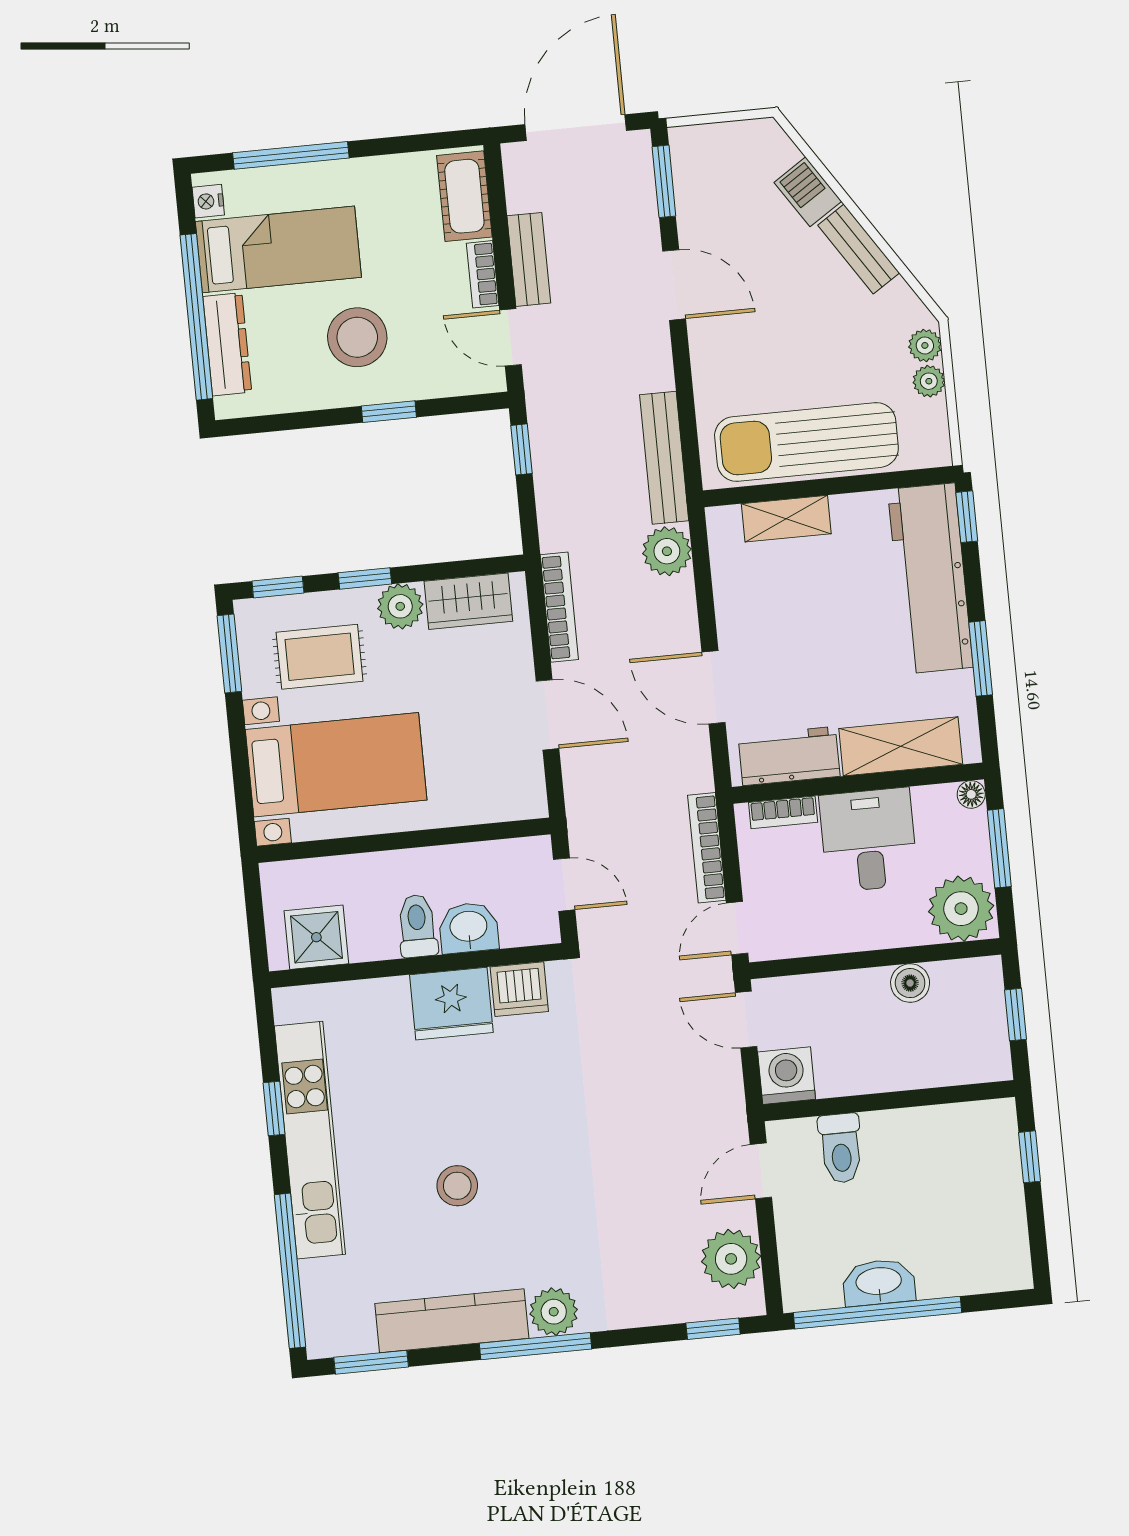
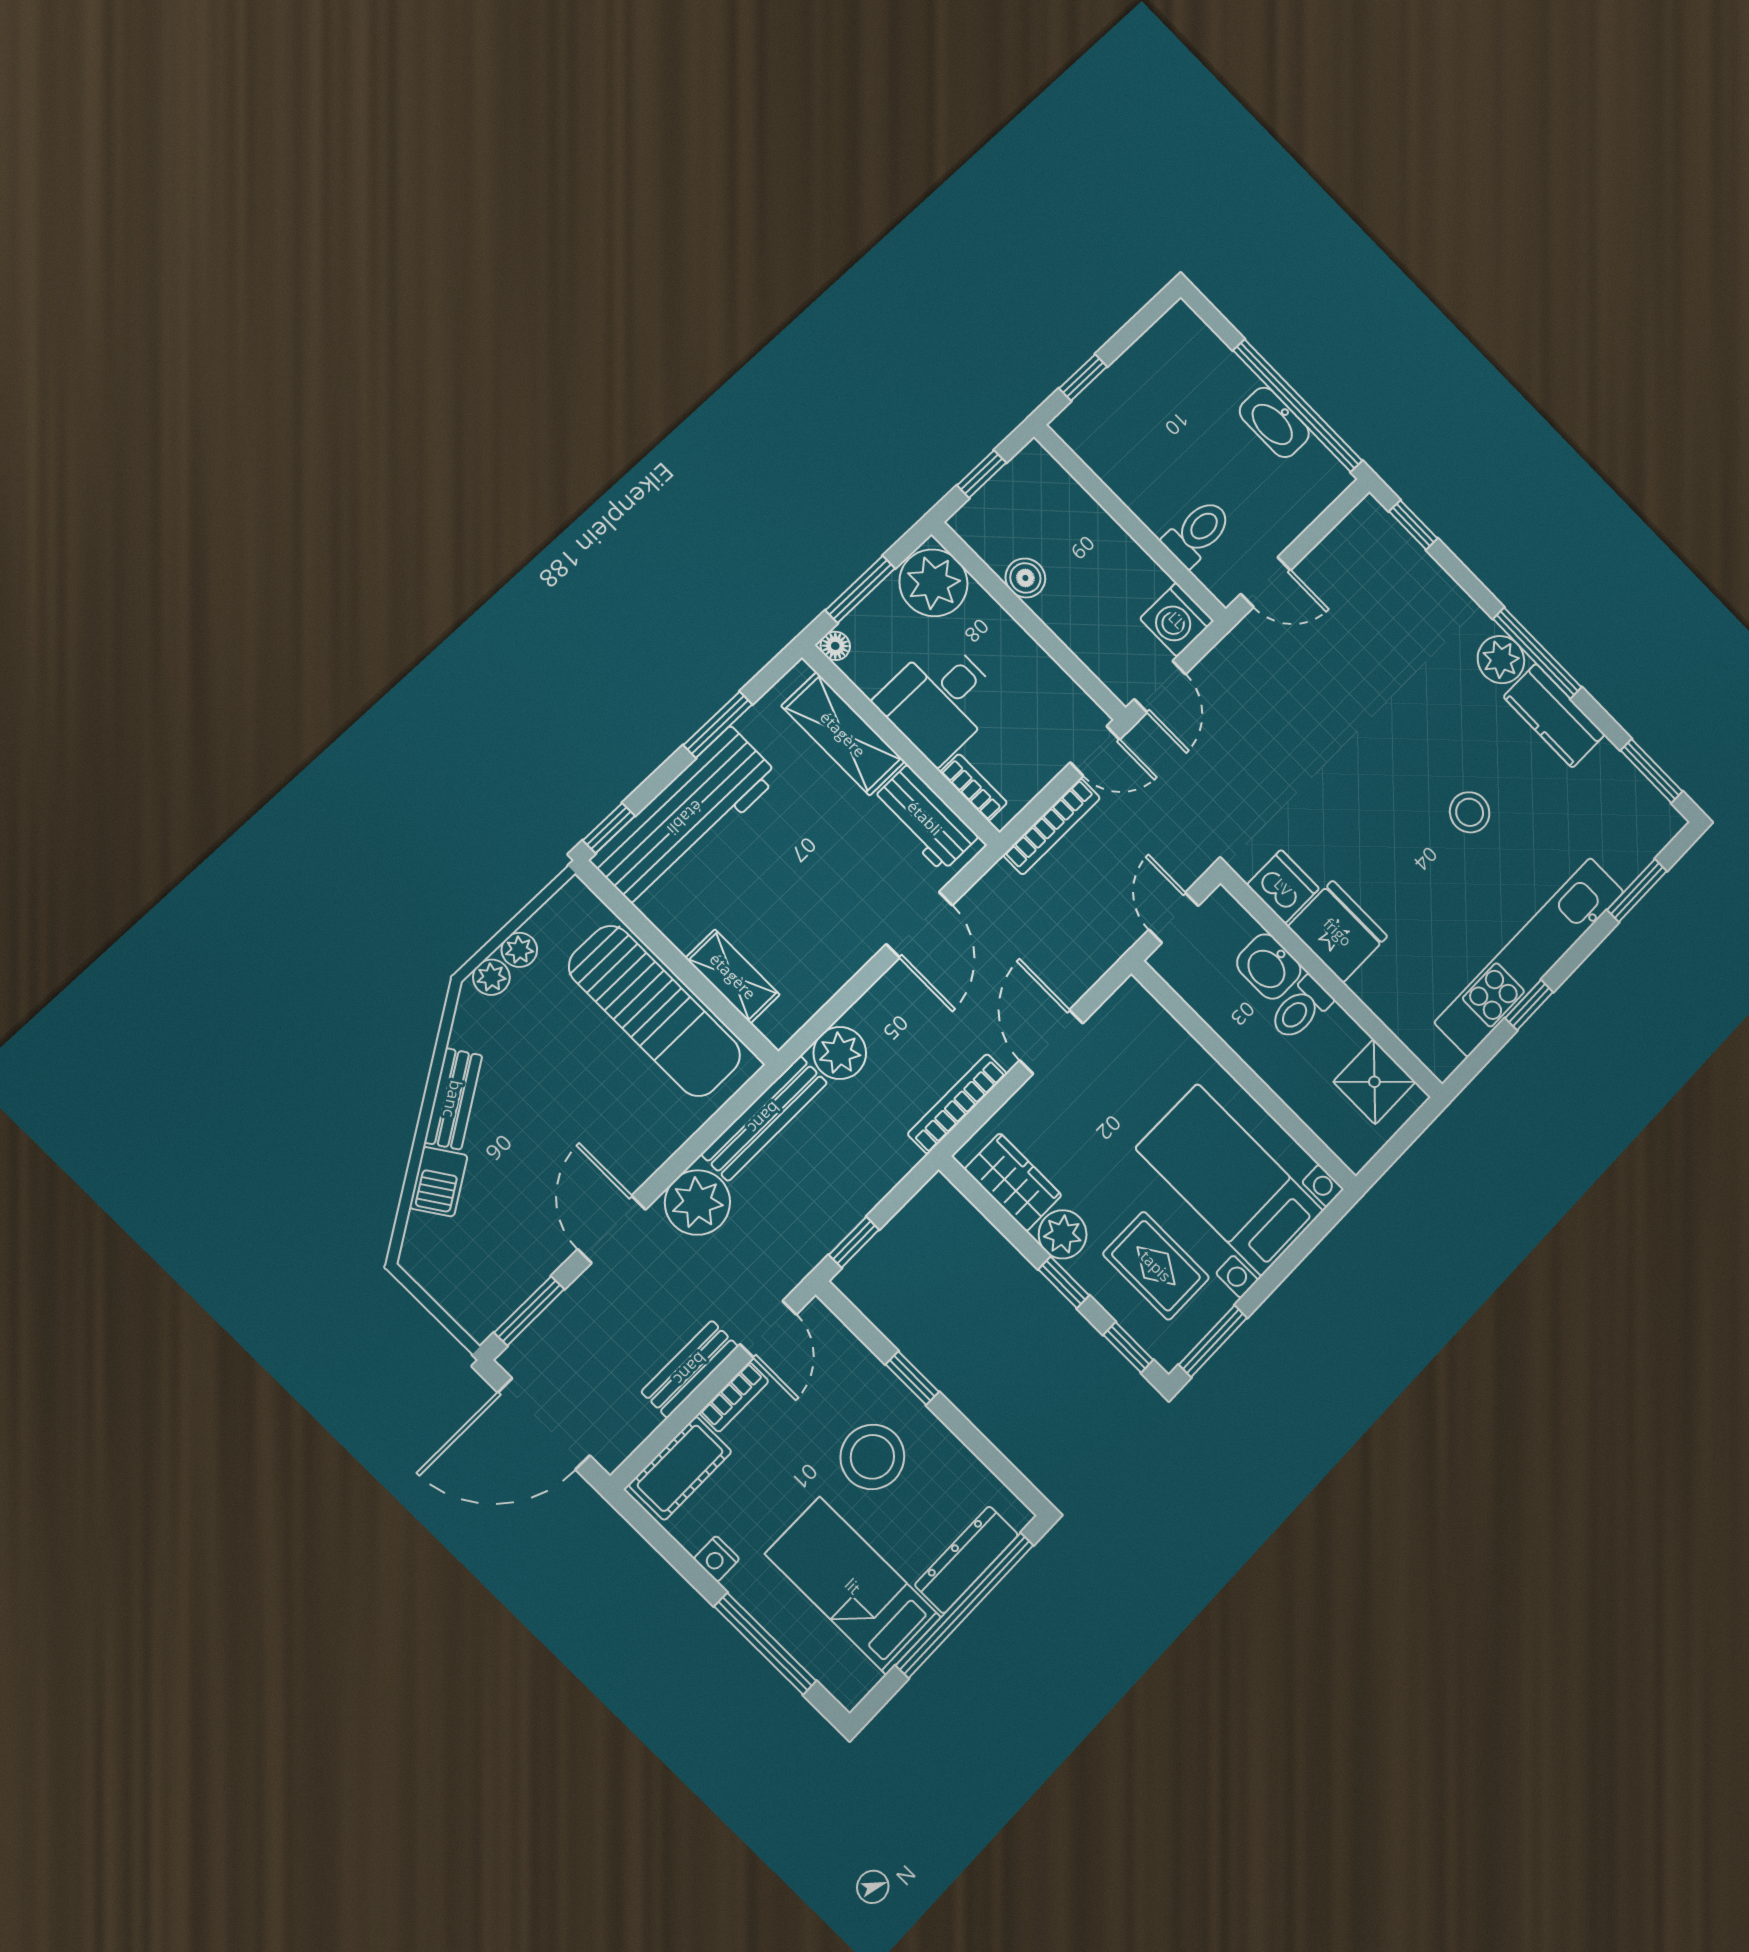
nightstand: (208, 201) -> (717, 1559), moved, turned 90
plant: (731, 1259) -> (697, 1203), moved
window: (290, 1271) -> (1637, 890), width x0.47
kitchen counter: (452, 1321) -> (1554, 716), width x0.67

